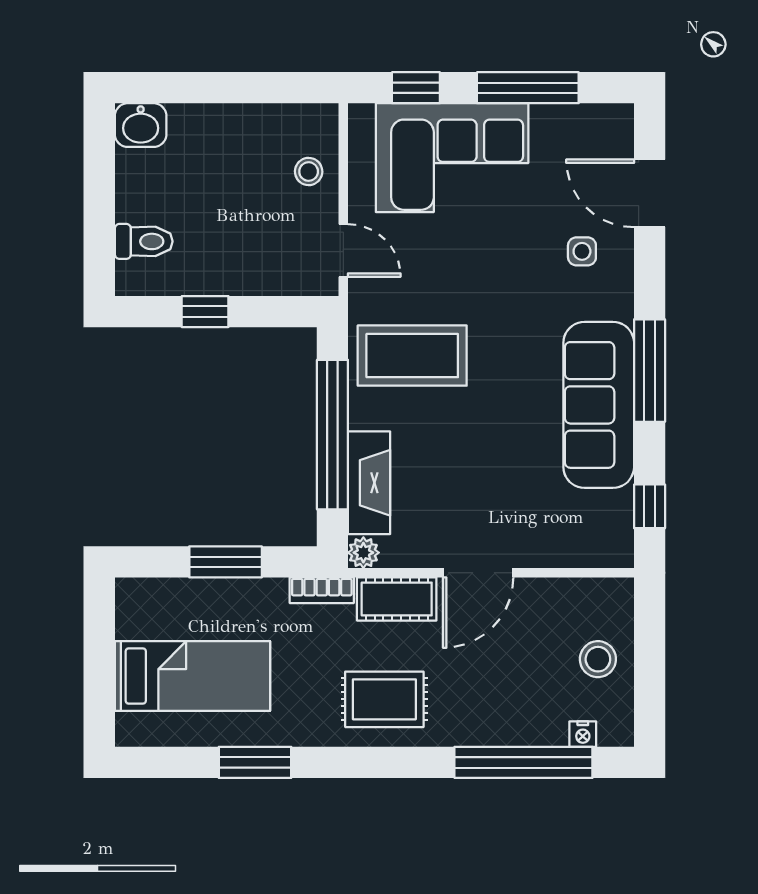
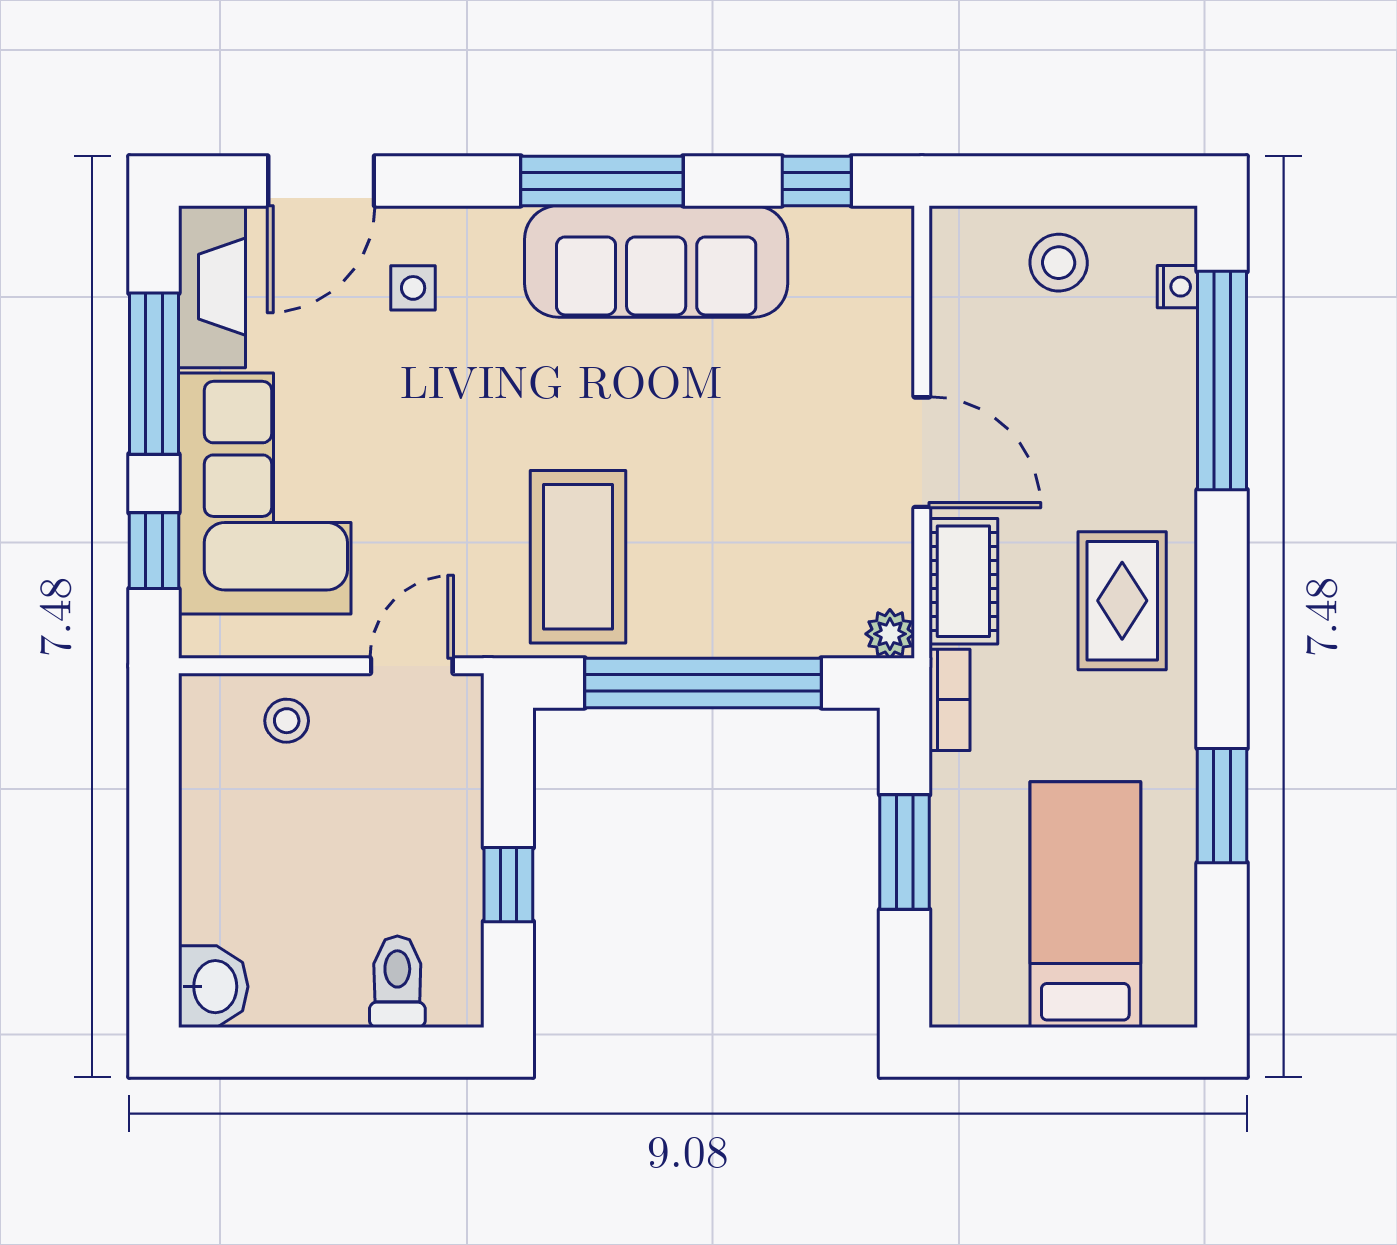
fireplace: (369, 483) -> (212, 287), moved, turned 90

